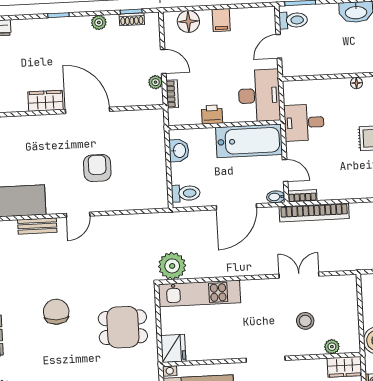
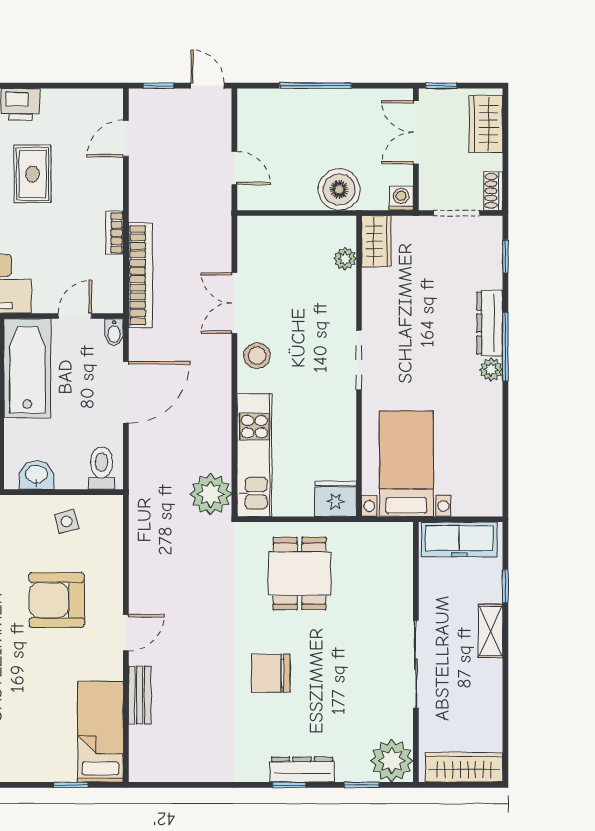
armchair: (97, 168) -> (57, 600), width x1.36, depth x1.36
side table: (149, 172) -> (67, 521), added
bookcase: (302, 196) -> (115, 233), moved
door: (236, 207) -> (126, 392), hinge flipped
door: (78, 215) -> (126, 633), hinge flipped
stool: (305, 321) -> (257, 356), moved

